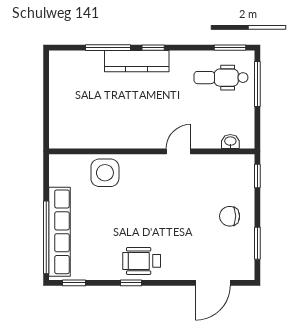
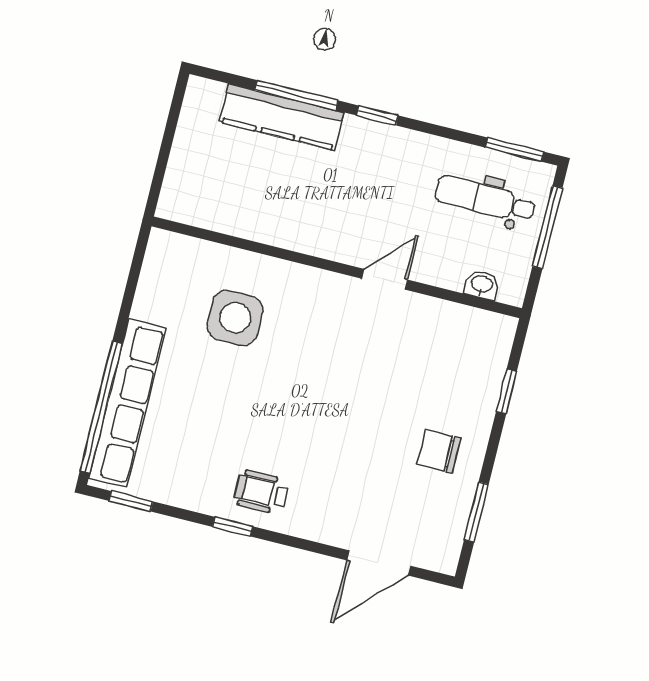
kitchen counter: (137, 61) -> (282, 117), moved
washbasin: (230, 142) -> (482, 285), moved
wall: (152, 151) -> (337, 267), moved
door: (178, 151) -> (385, 279), moved
wheelchair: (142, 261) -> (262, 492), width x0.73, depth x0.73

